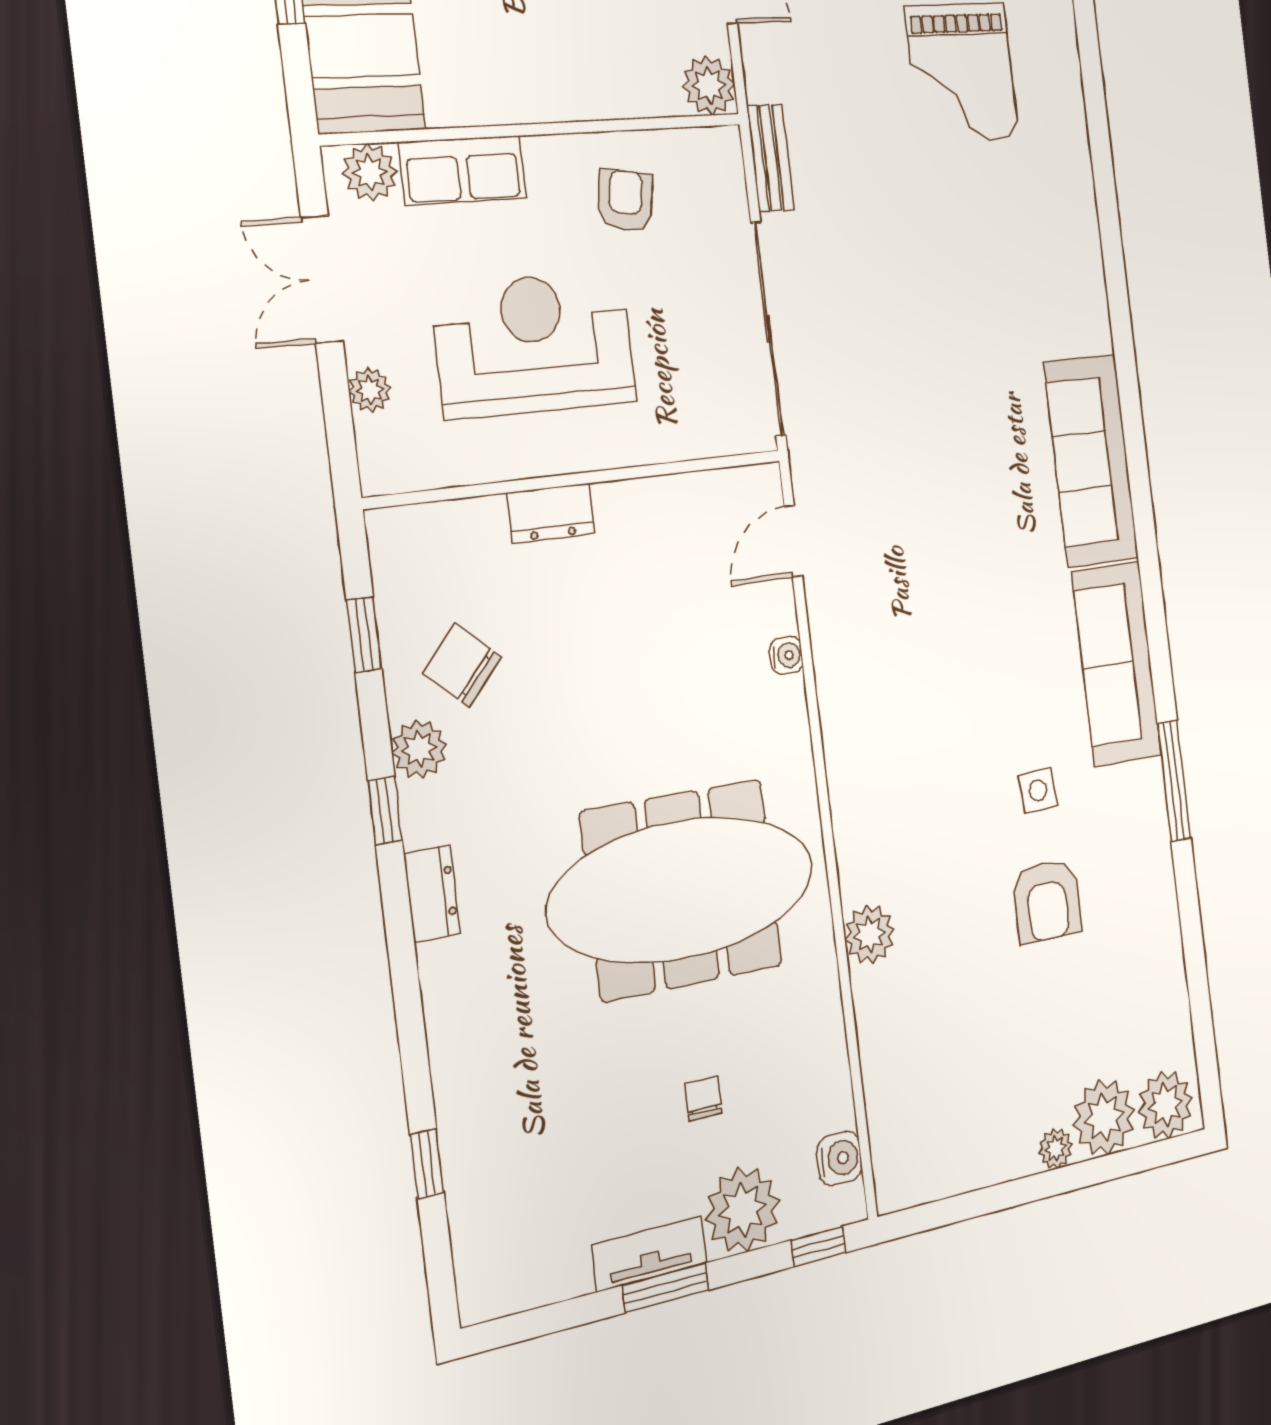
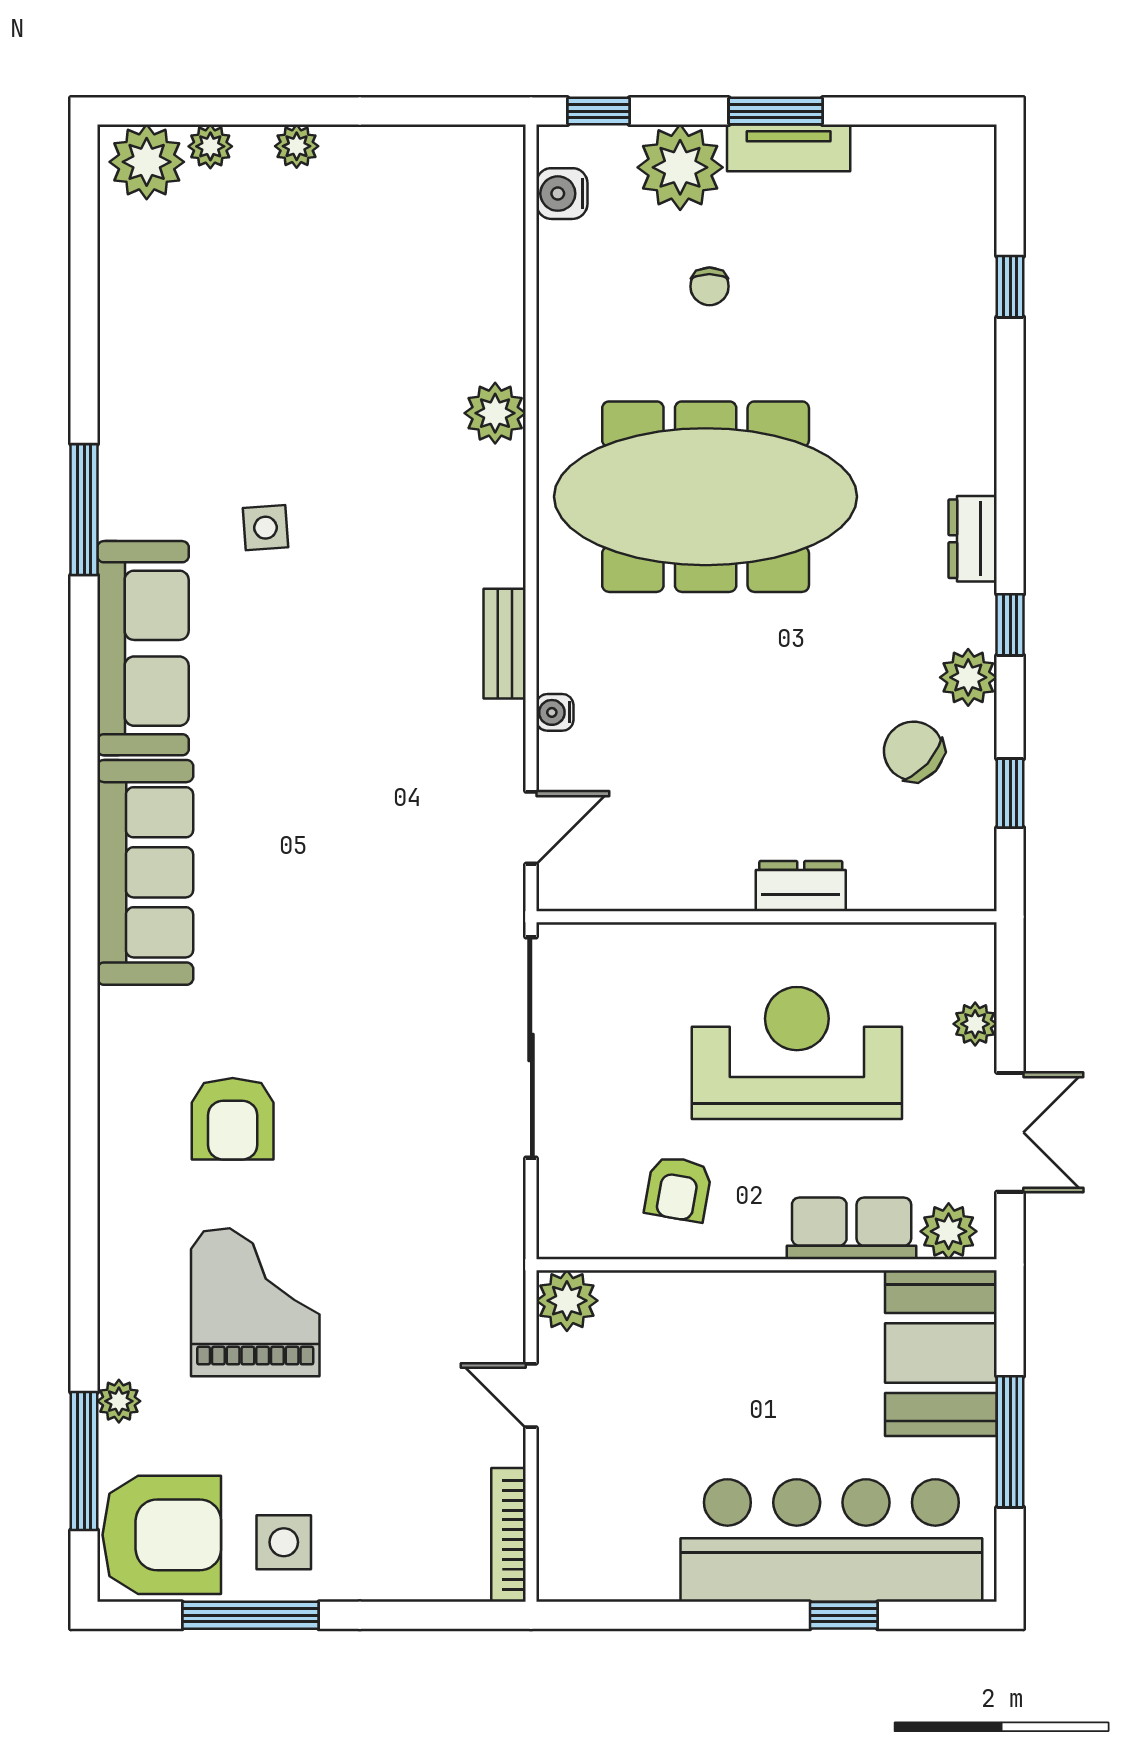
bench: (770, 158) -> (505, 644), moved
reception desk: (535, 345) -> (797, 1053), turned 180
chair: (462, 665) -> (914, 751), turned 180
armchair: (1047, 901) -> (233, 1119), moved, turned 180
plant: (1104, 1117) -> (210, 146), width x0.53, depth x0.53

